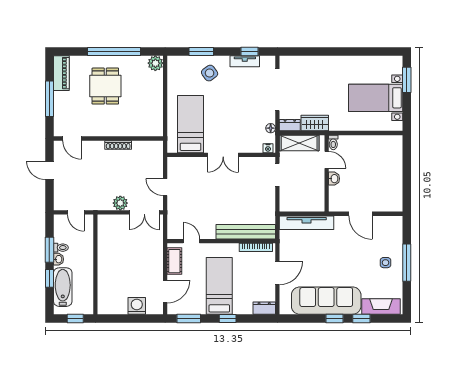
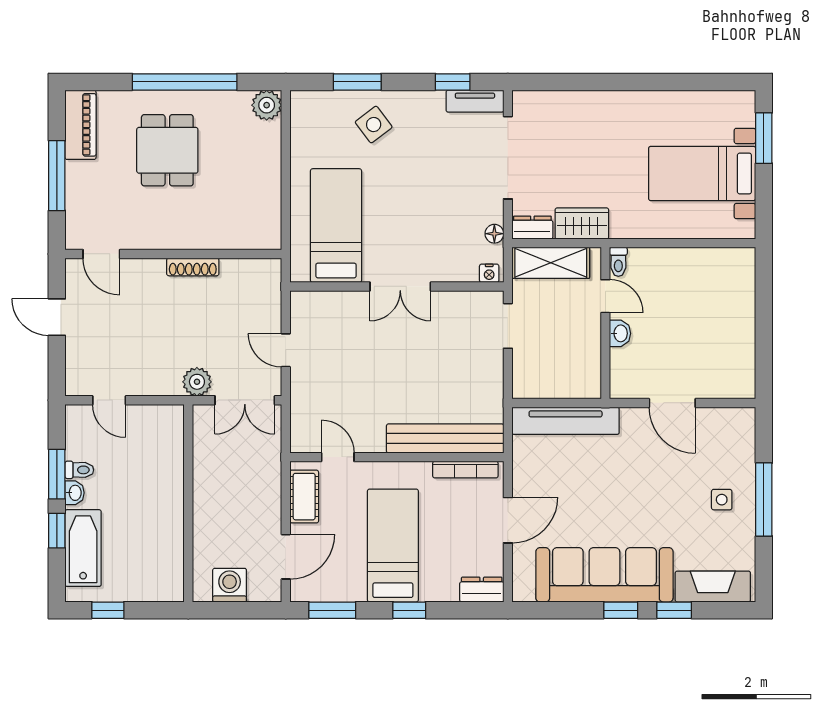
tv unit: (245, 61) -> (475, 101), moved
wall: (95, 264) -> (188, 503), moved

